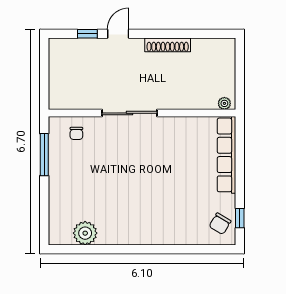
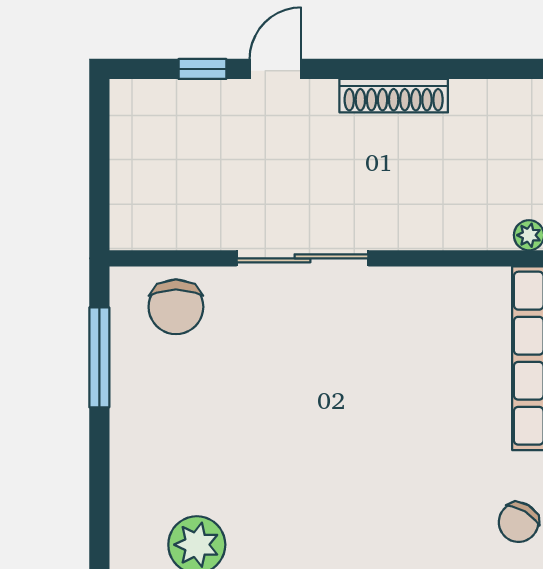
chair: (76, 133) -> (176, 307), width x1.87, depth x1.87

